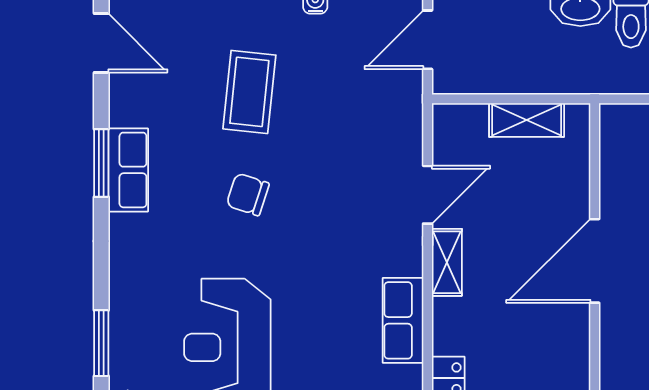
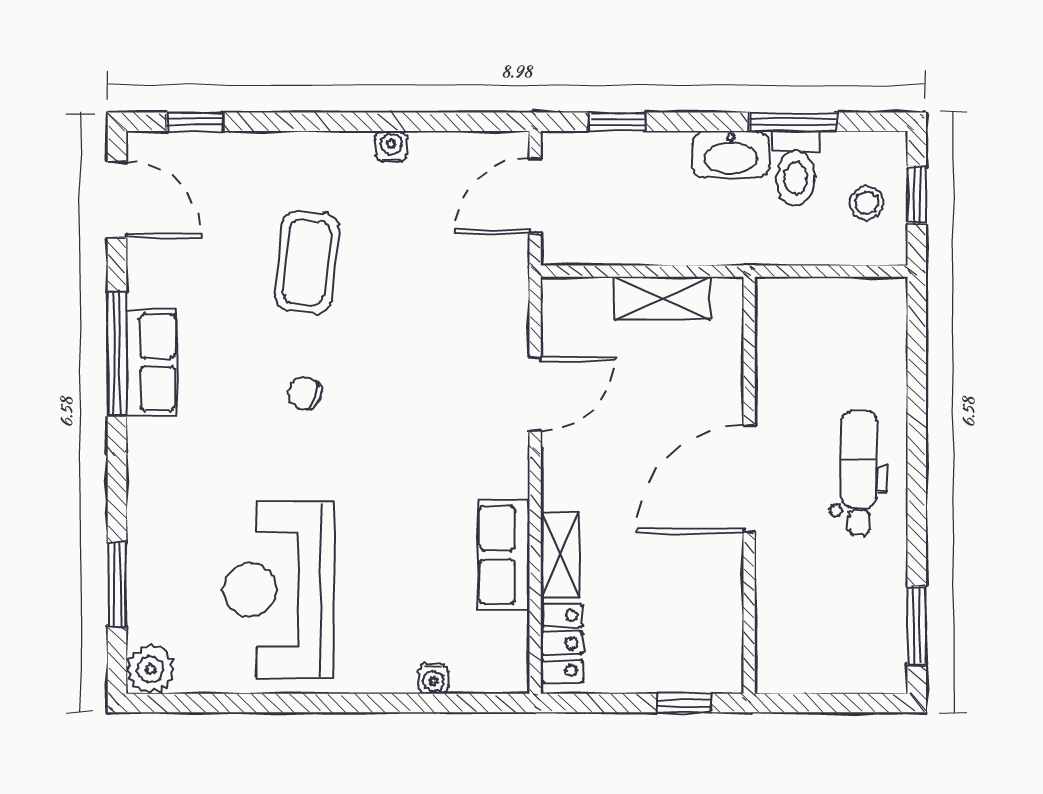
window: (101, 163) -> (117, 353), width x1.44
chair: (248, 194) -> (305, 394), width x0.73, depth x0.73
shelving: (447, 262) -> (560, 555), moved

